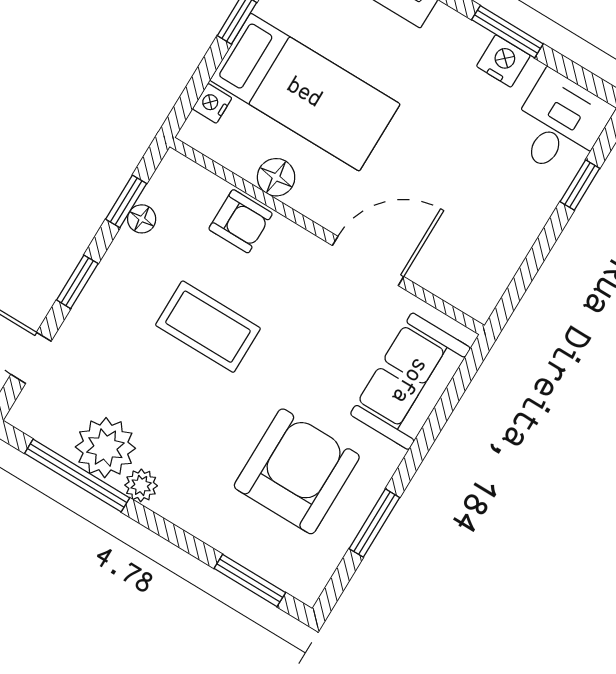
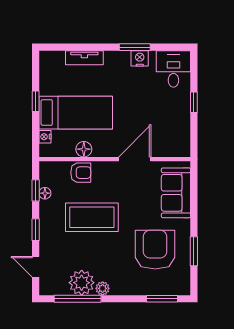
window: (580, 185) -> (194, 102), moved
coffee table: (208, 327) -> (92, 217), width x1.36, depth x1.32

